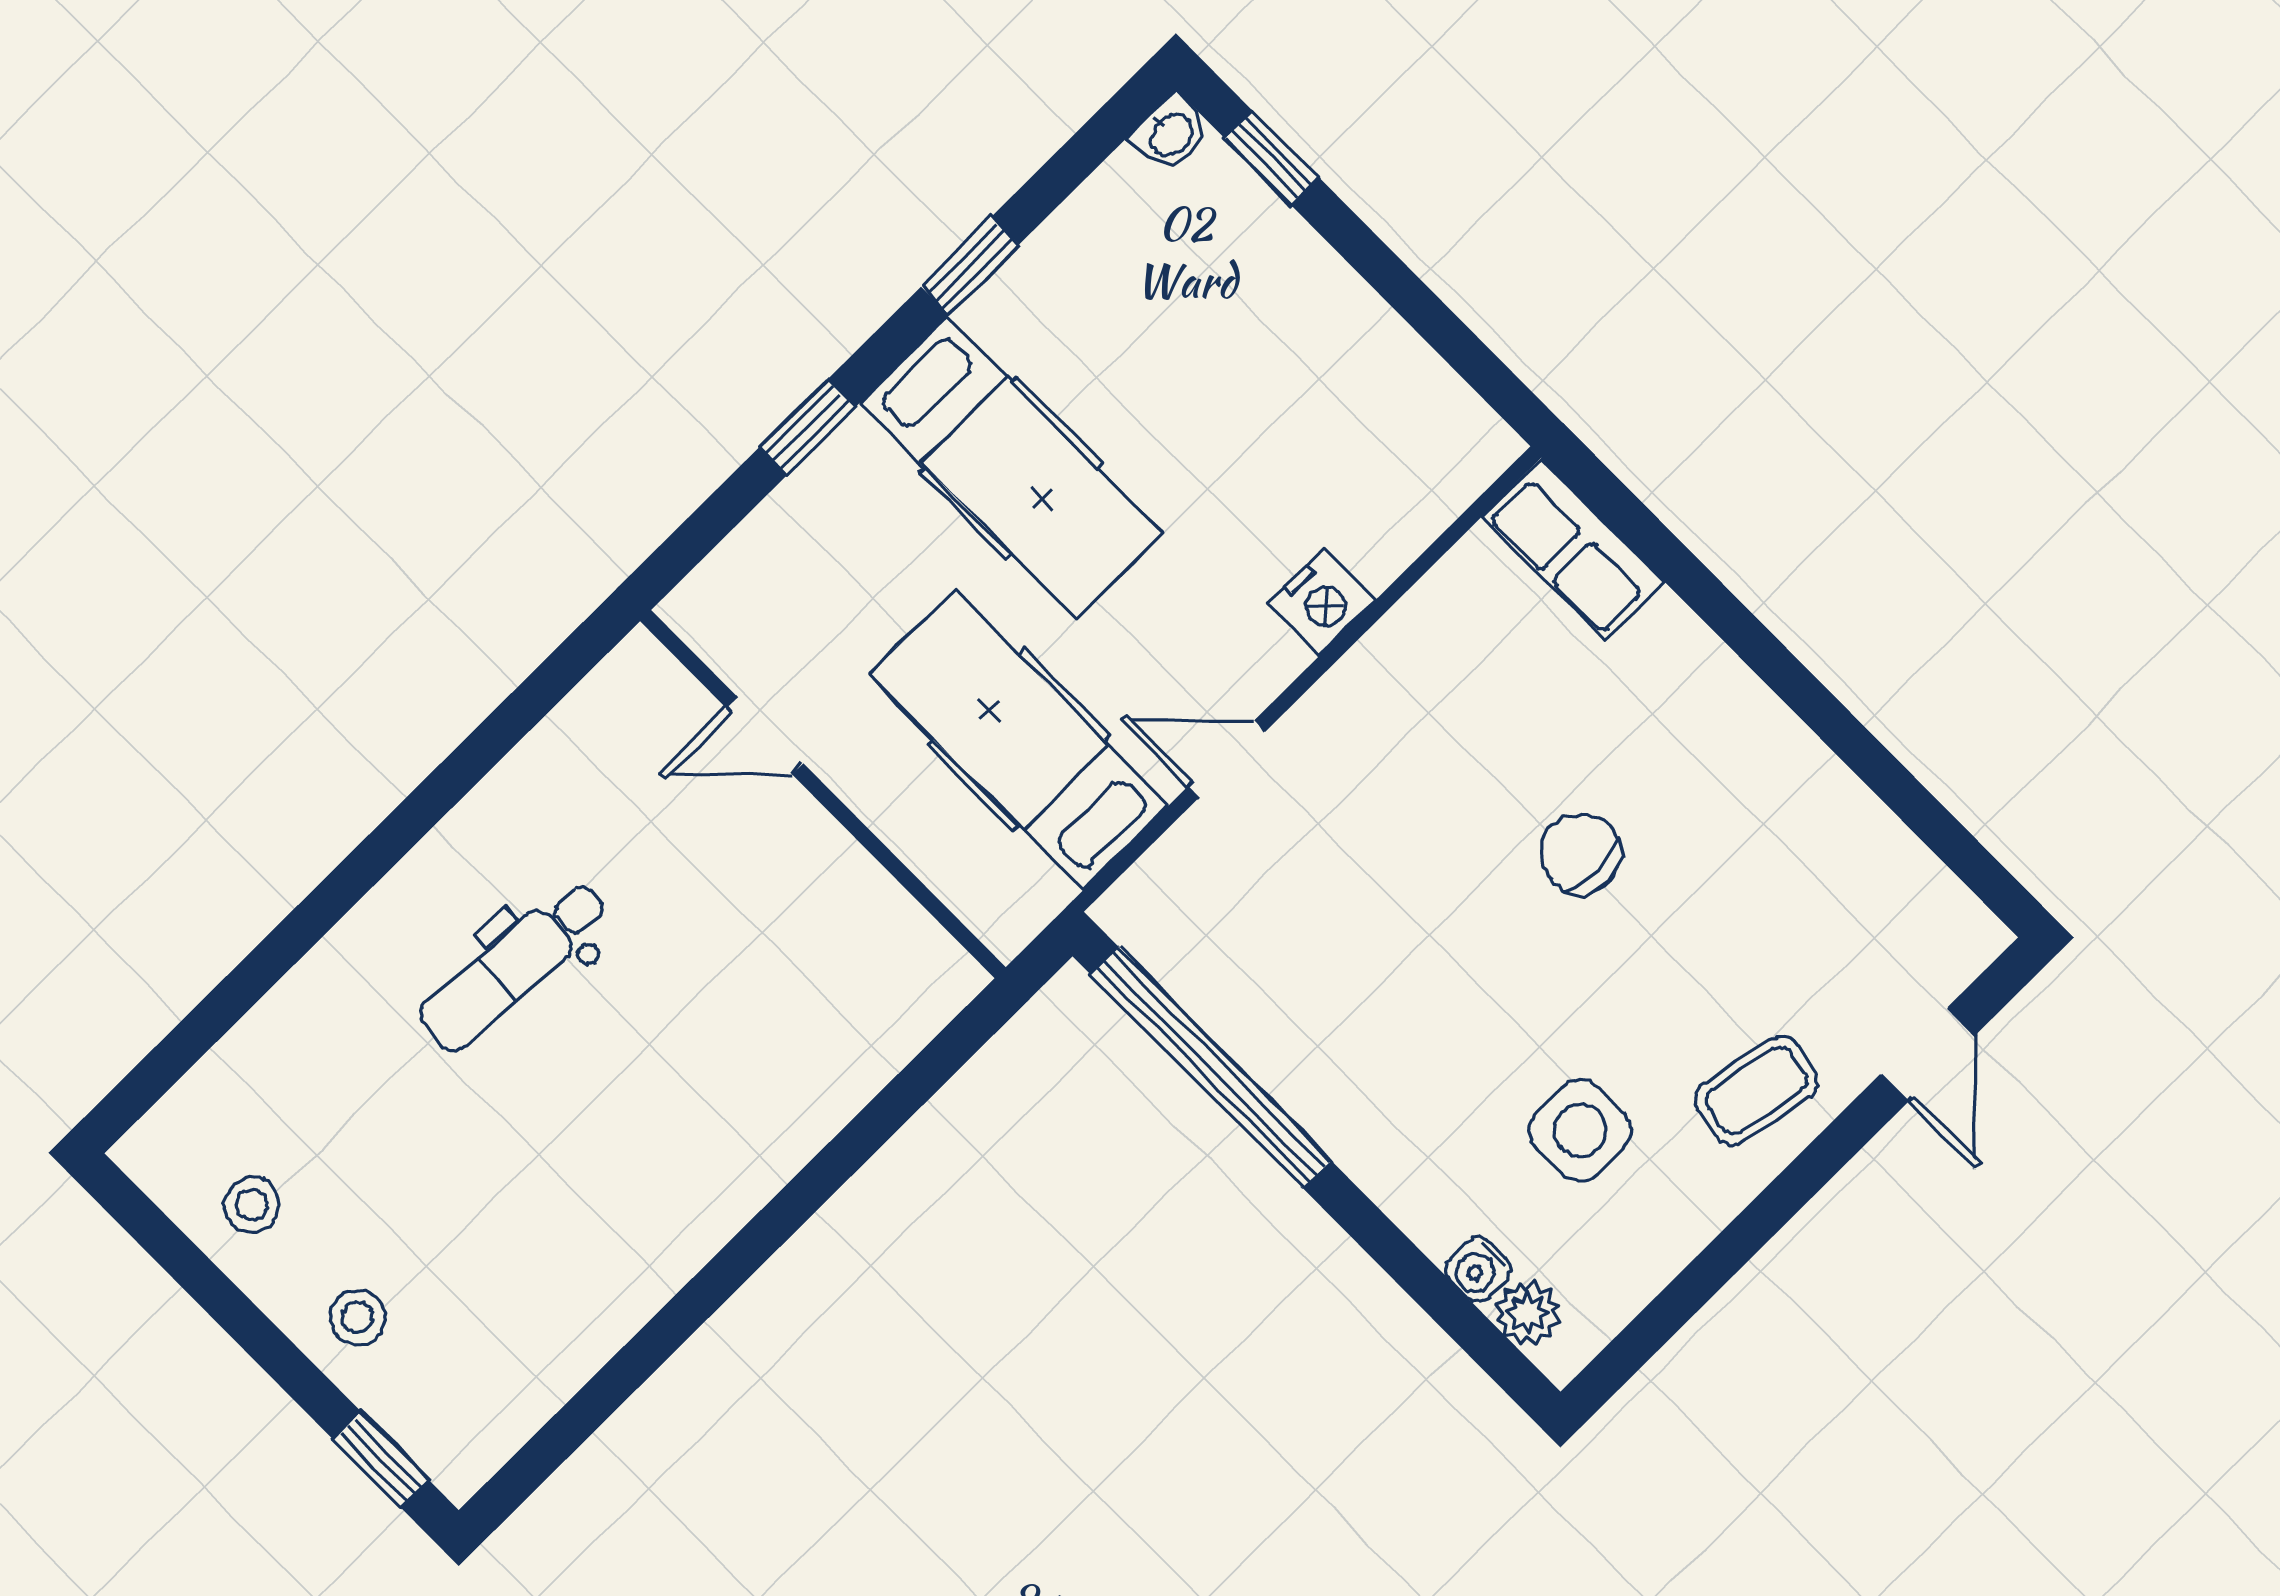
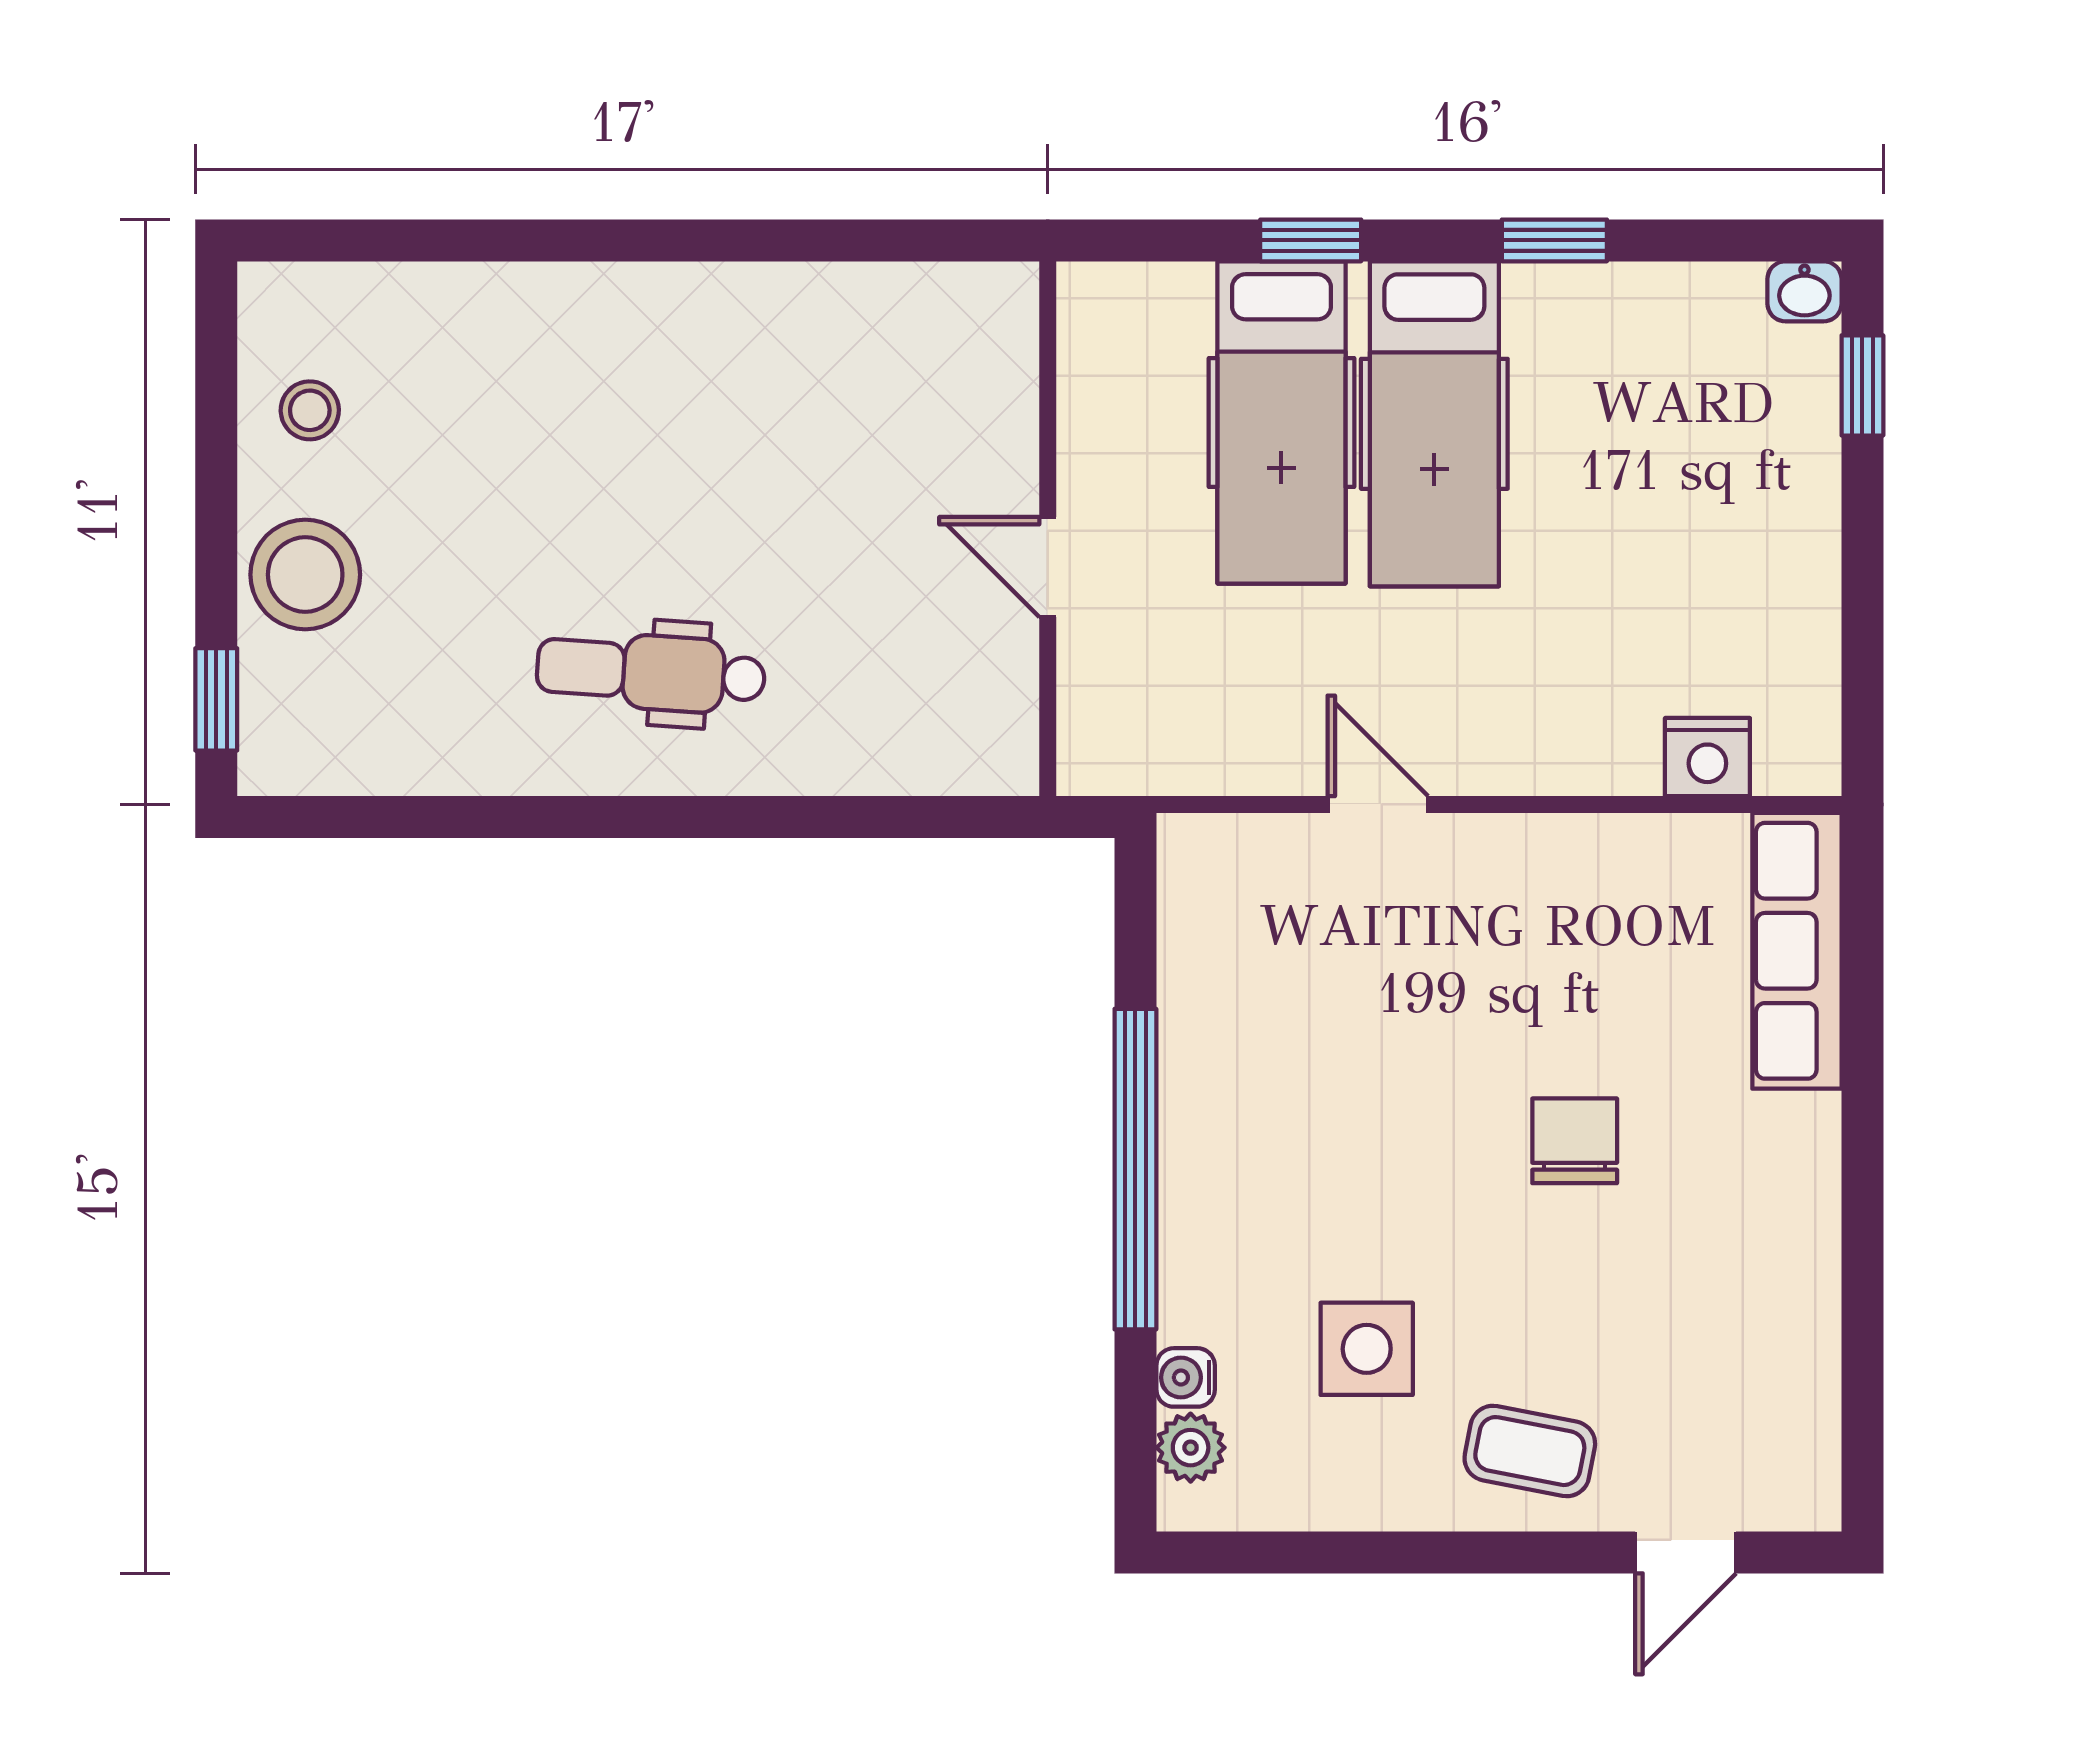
row of seats: (1574, 549) -> (1797, 951), width x1.48
nightstand: (1321, 602) -> (1707, 757), moved
door: (765, 735) -> (1048, 567), moved
hospital bed: (1019, 740) -> (1281, 422), moved, turned 180
dental chair: (514, 966) -> (651, 672), moved
window: (1211, 1068) -> (1135, 1169), moved
stool: (357, 1317) -> (305, 575), width x1.89, depth x1.89

